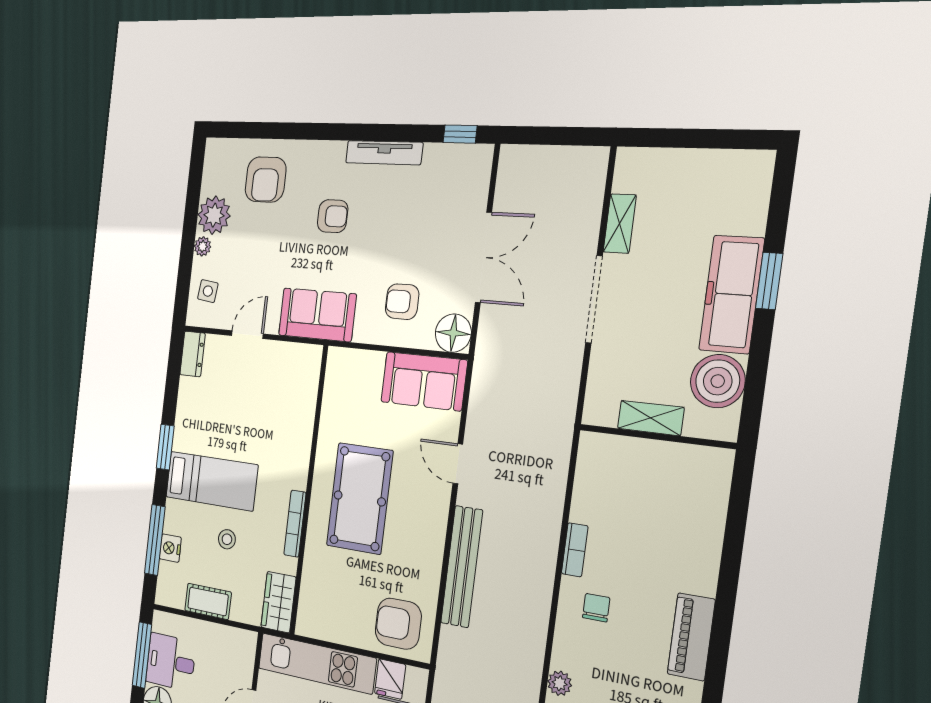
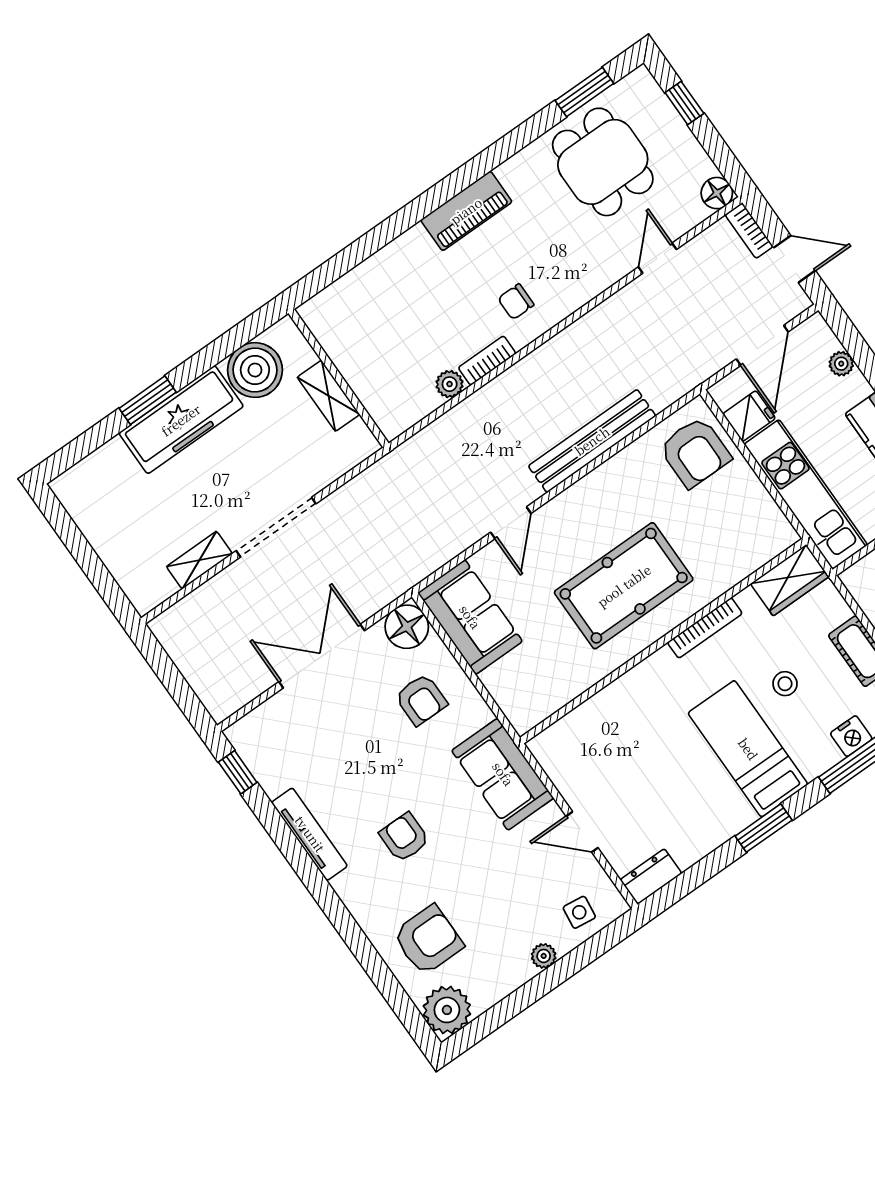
plant: (214, 215) -> (447, 1010), moved
plant: (560, 683) -> (450, 384), moved

